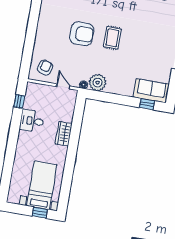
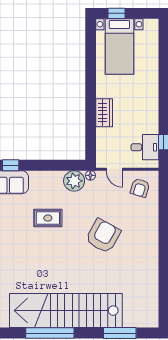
armchair: (82, 34) -> (103, 236), turned 119
rug: (112, 38) -> (48, 218), moved, turned 90
desk: (32, 121) -> (145, 147), moved

